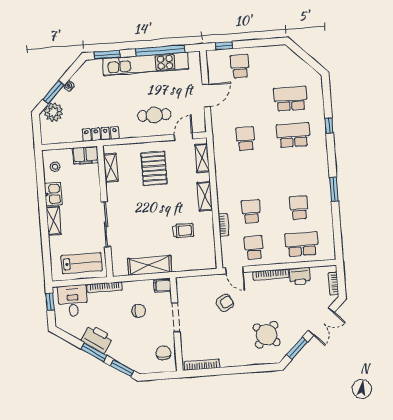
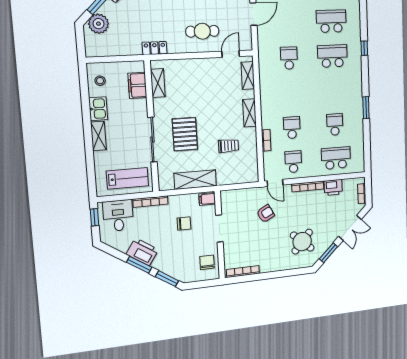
locker: (101, 134) -> (155, 48), width x0.66
filing cabinet: (85, 155) -> (137, 85), moved, turned 90
pallet: (154, 168) -> (185, 134), moved

